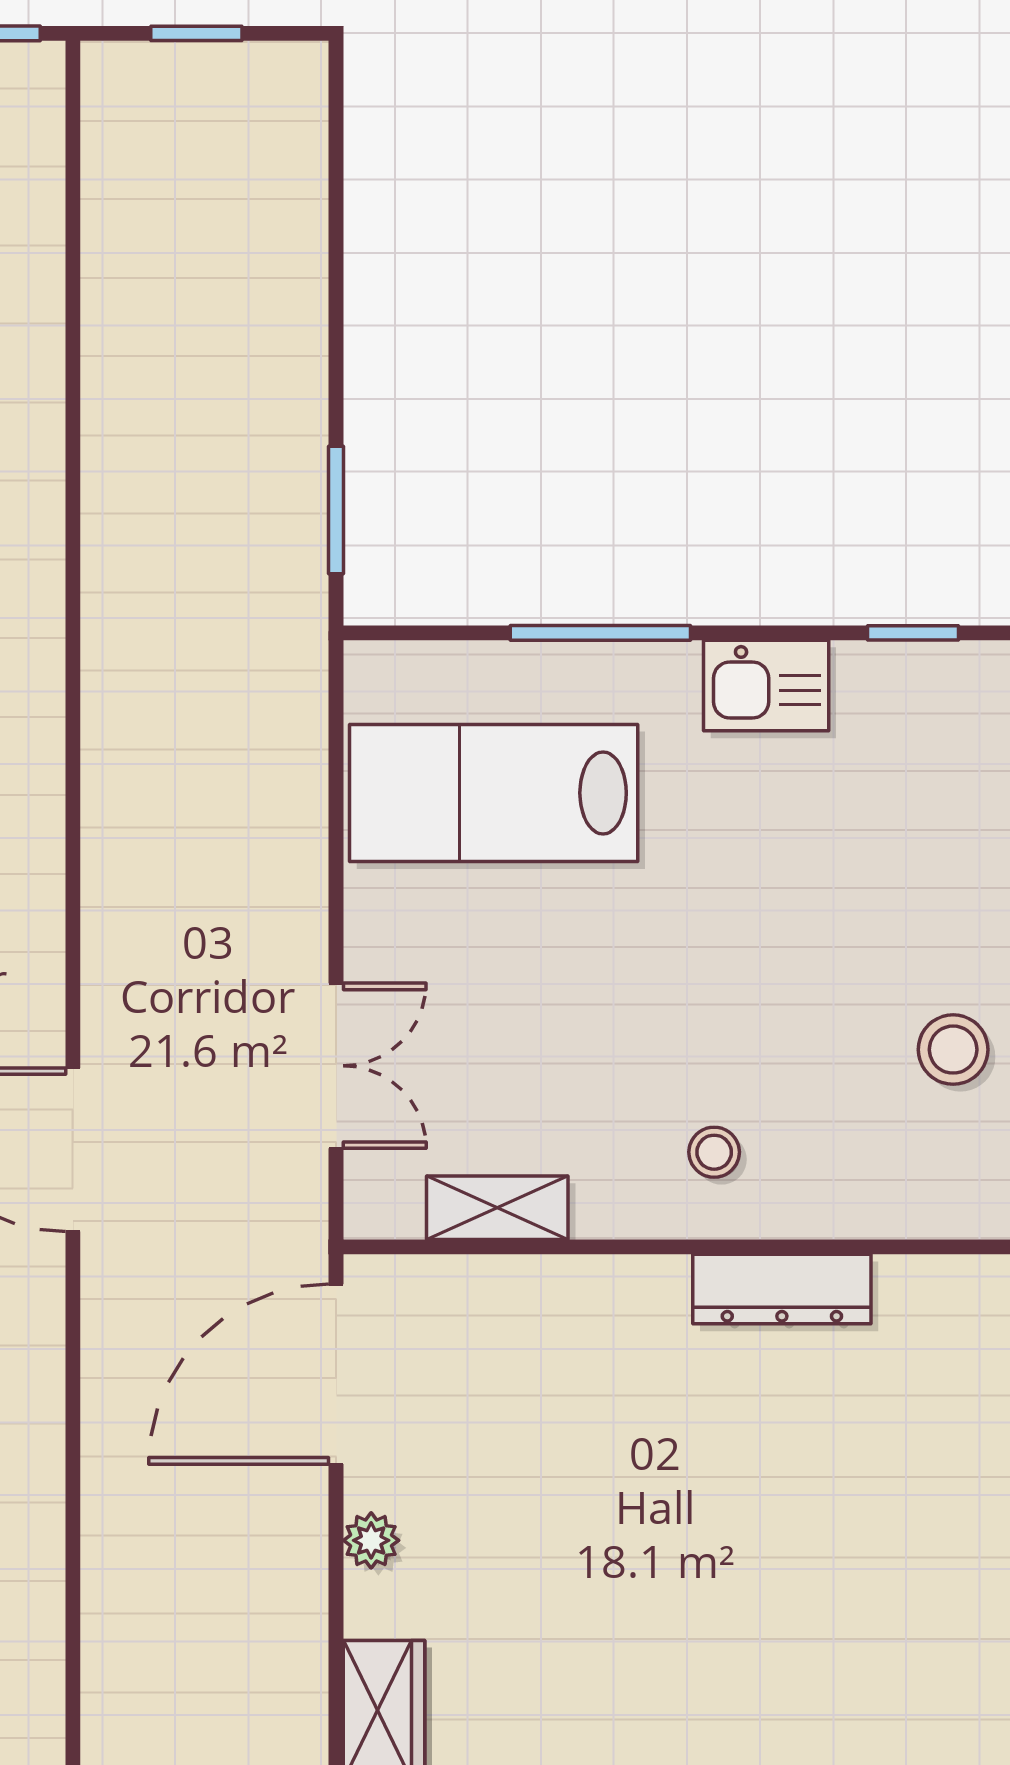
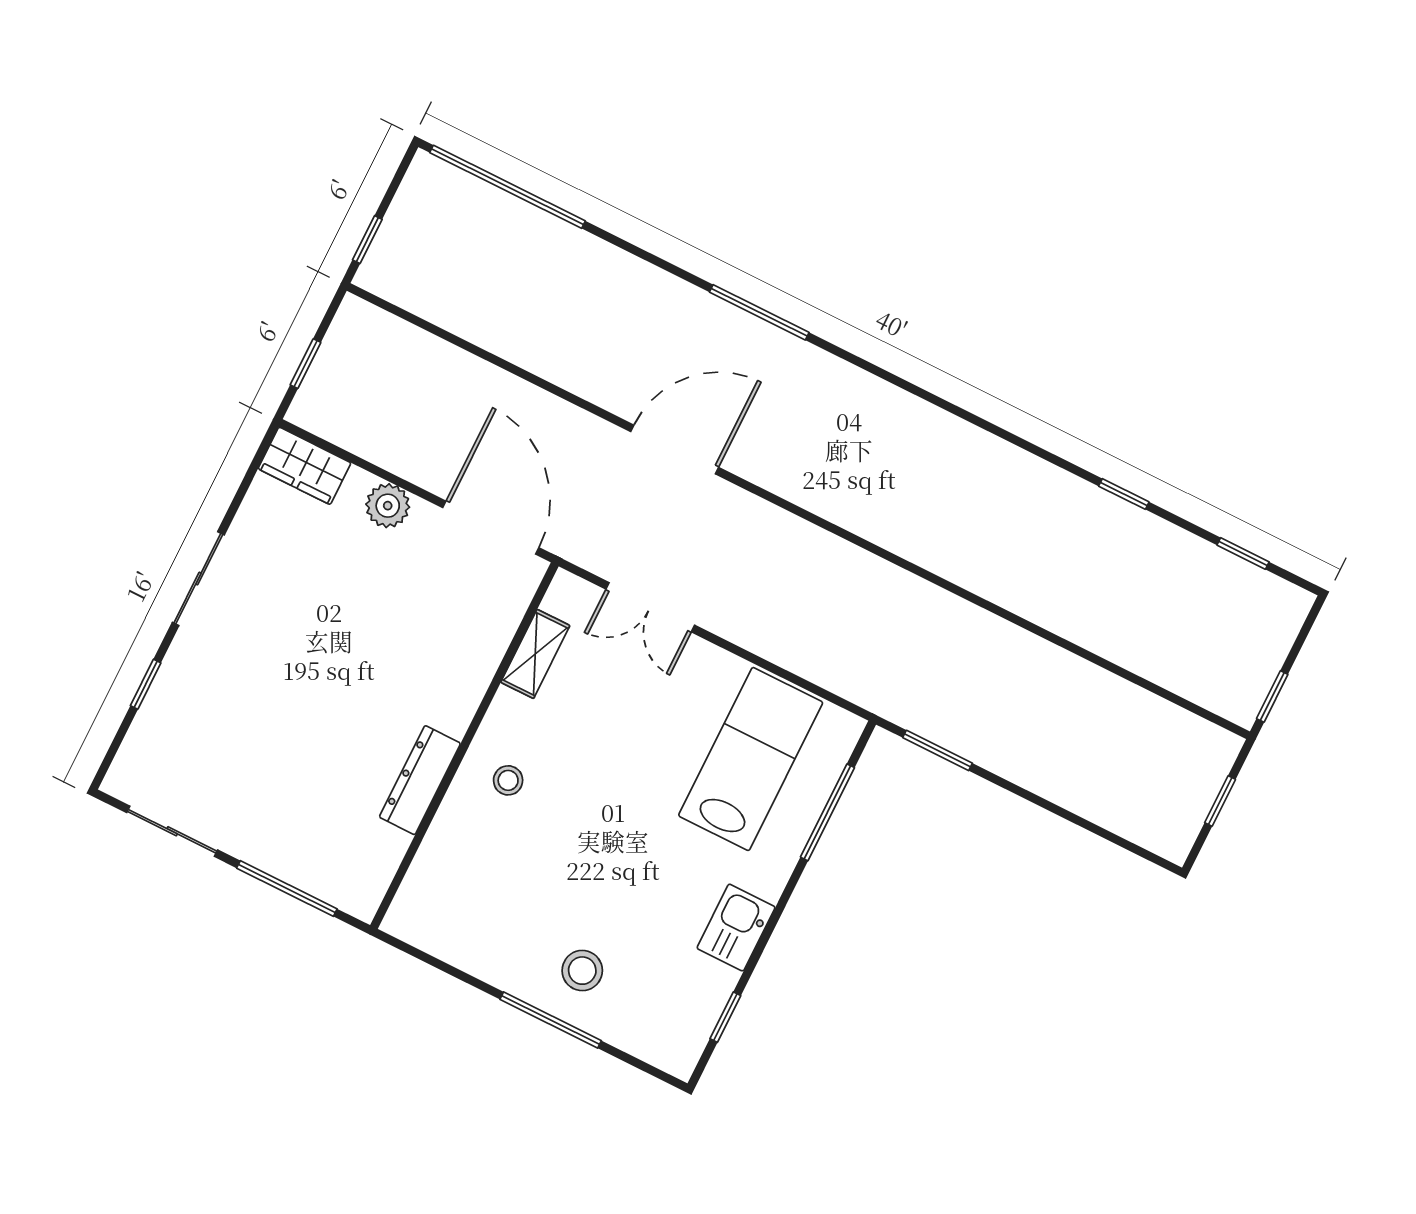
window: (600, 633) -> (827, 812), moved
stool: (953, 1050) -> (582, 971), moved
plant: (371, 1540) -> (388, 506), width x1.38, depth x1.38

